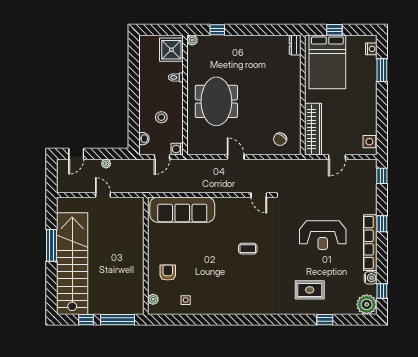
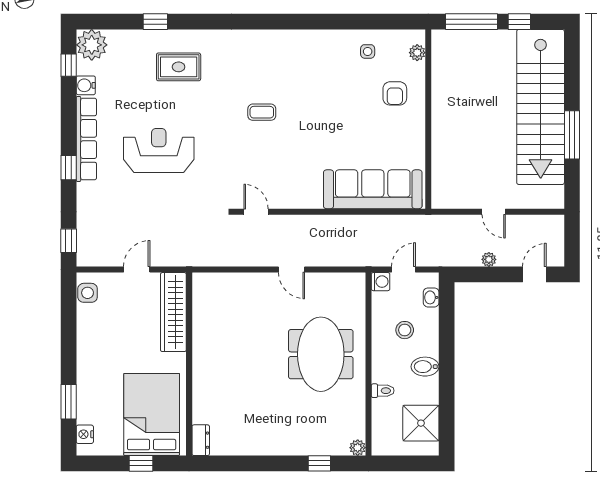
shower: (171, 50) -> (421, 423), moved
bidet: (148, 93) -> (425, 367), added
chair: (280, 139) -> (224, 297), removed
coffee table: (248, 249) -> (262, 112), moved

